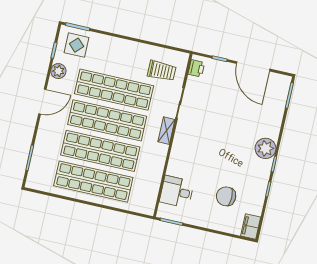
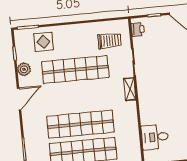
display table: (77, 45) -> (43, 42), moved
shop shelf: (107, 120) -> (78, 97), removed

